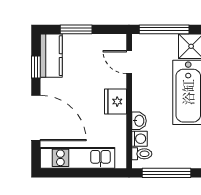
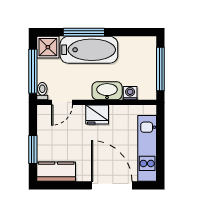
window: (36, 67) -> (66, 185), removed
door: (36, 118) -> (112, 185), hinge flipped
washbasin: (139, 121) -> (107, 91), width x1.91, depth x1.45
toilet: (142, 154) -> (42, 91), moved

